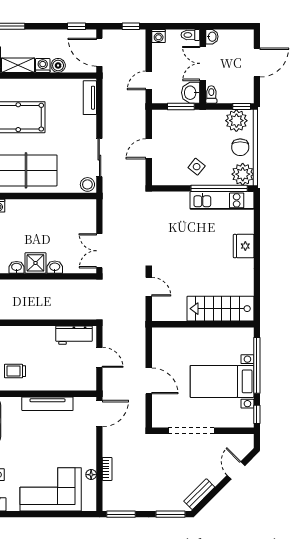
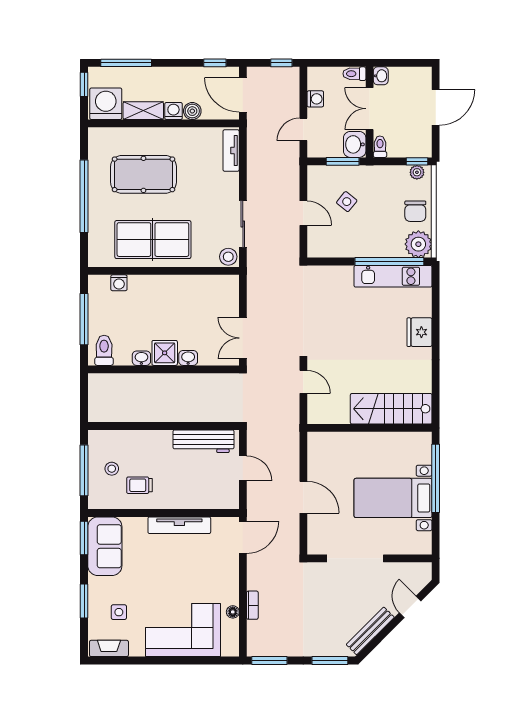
washing machine: (159, 36) -> (315, 99), moved, turned -90
plant: (236, 121) -> (417, 172), width x0.53, depth x0.53
door: (149, 149) -> (303, 213), swing flipped
side table: (197, 167) -> (347, 202), moved
workbench: (74, 335) -> (204, 441), width x1.38
window: (257, 414) -> (436, 538), removed
bench: (199, 494) -> (370, 631), width x1.36

